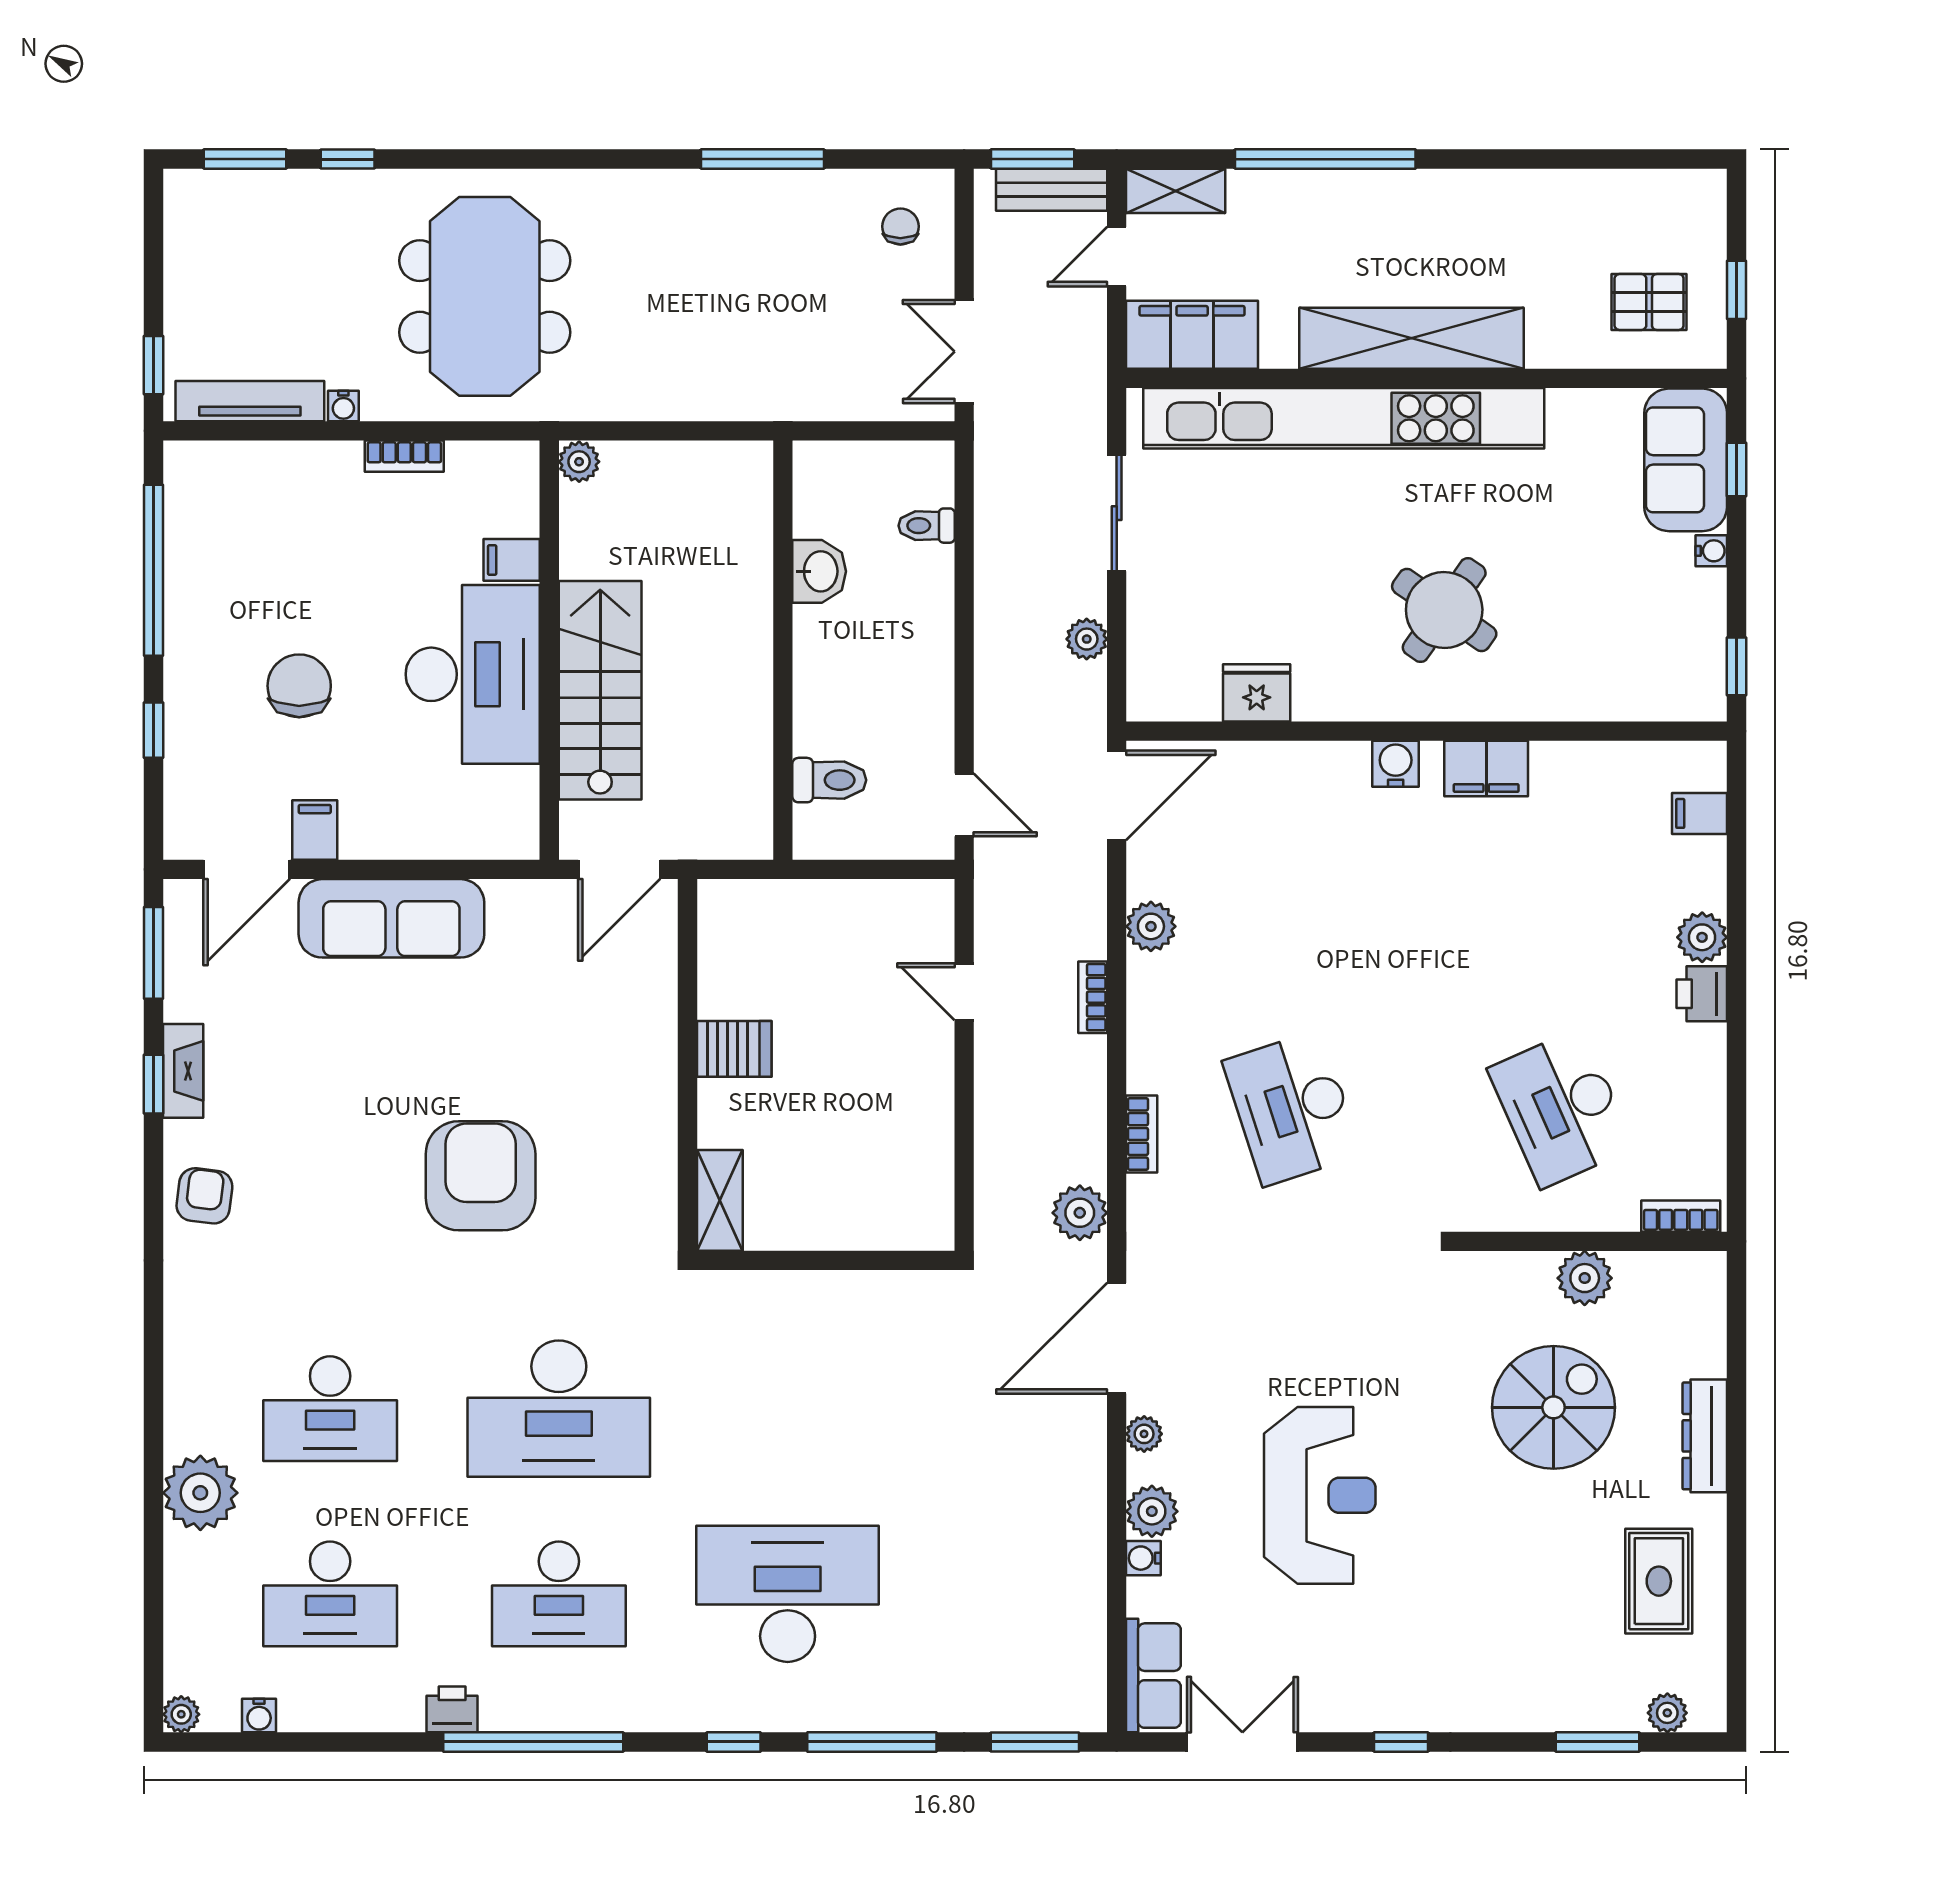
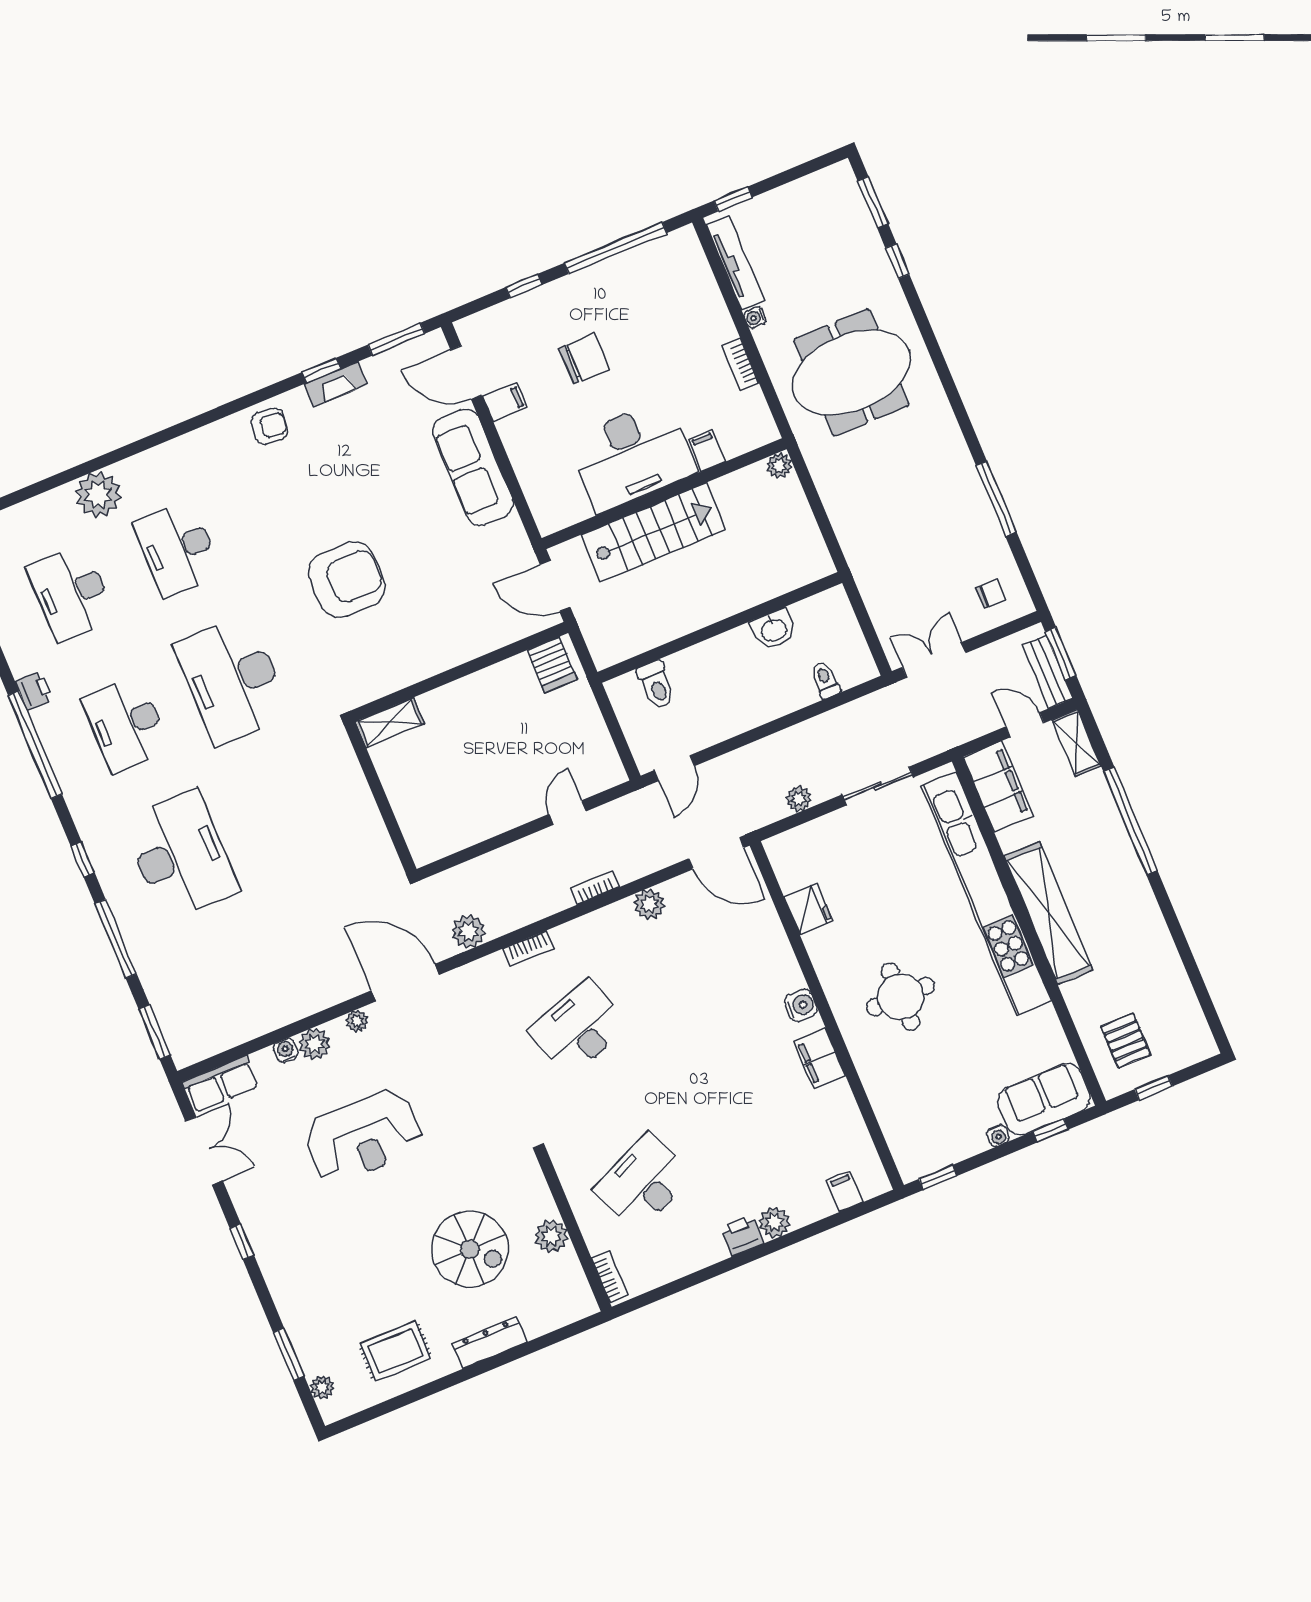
round table: (1444, 610) -> (900, 997), turned -35
server rack: (734, 1049) -> (552, 665), moved

